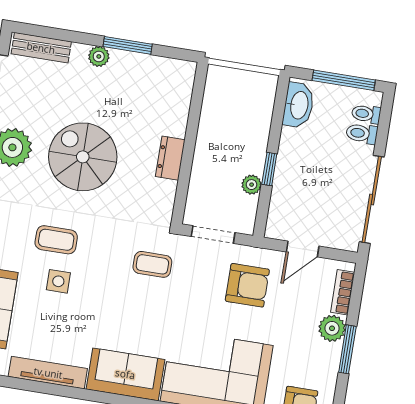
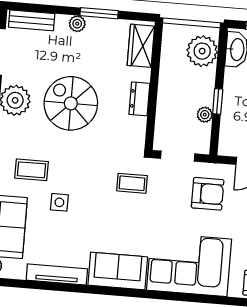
wardrobe: (177, 91) -> (141, 46), added
plant: (255, 104) -> (202, 51), added
coffee table: (56, 240) -> (32, 170), moved

